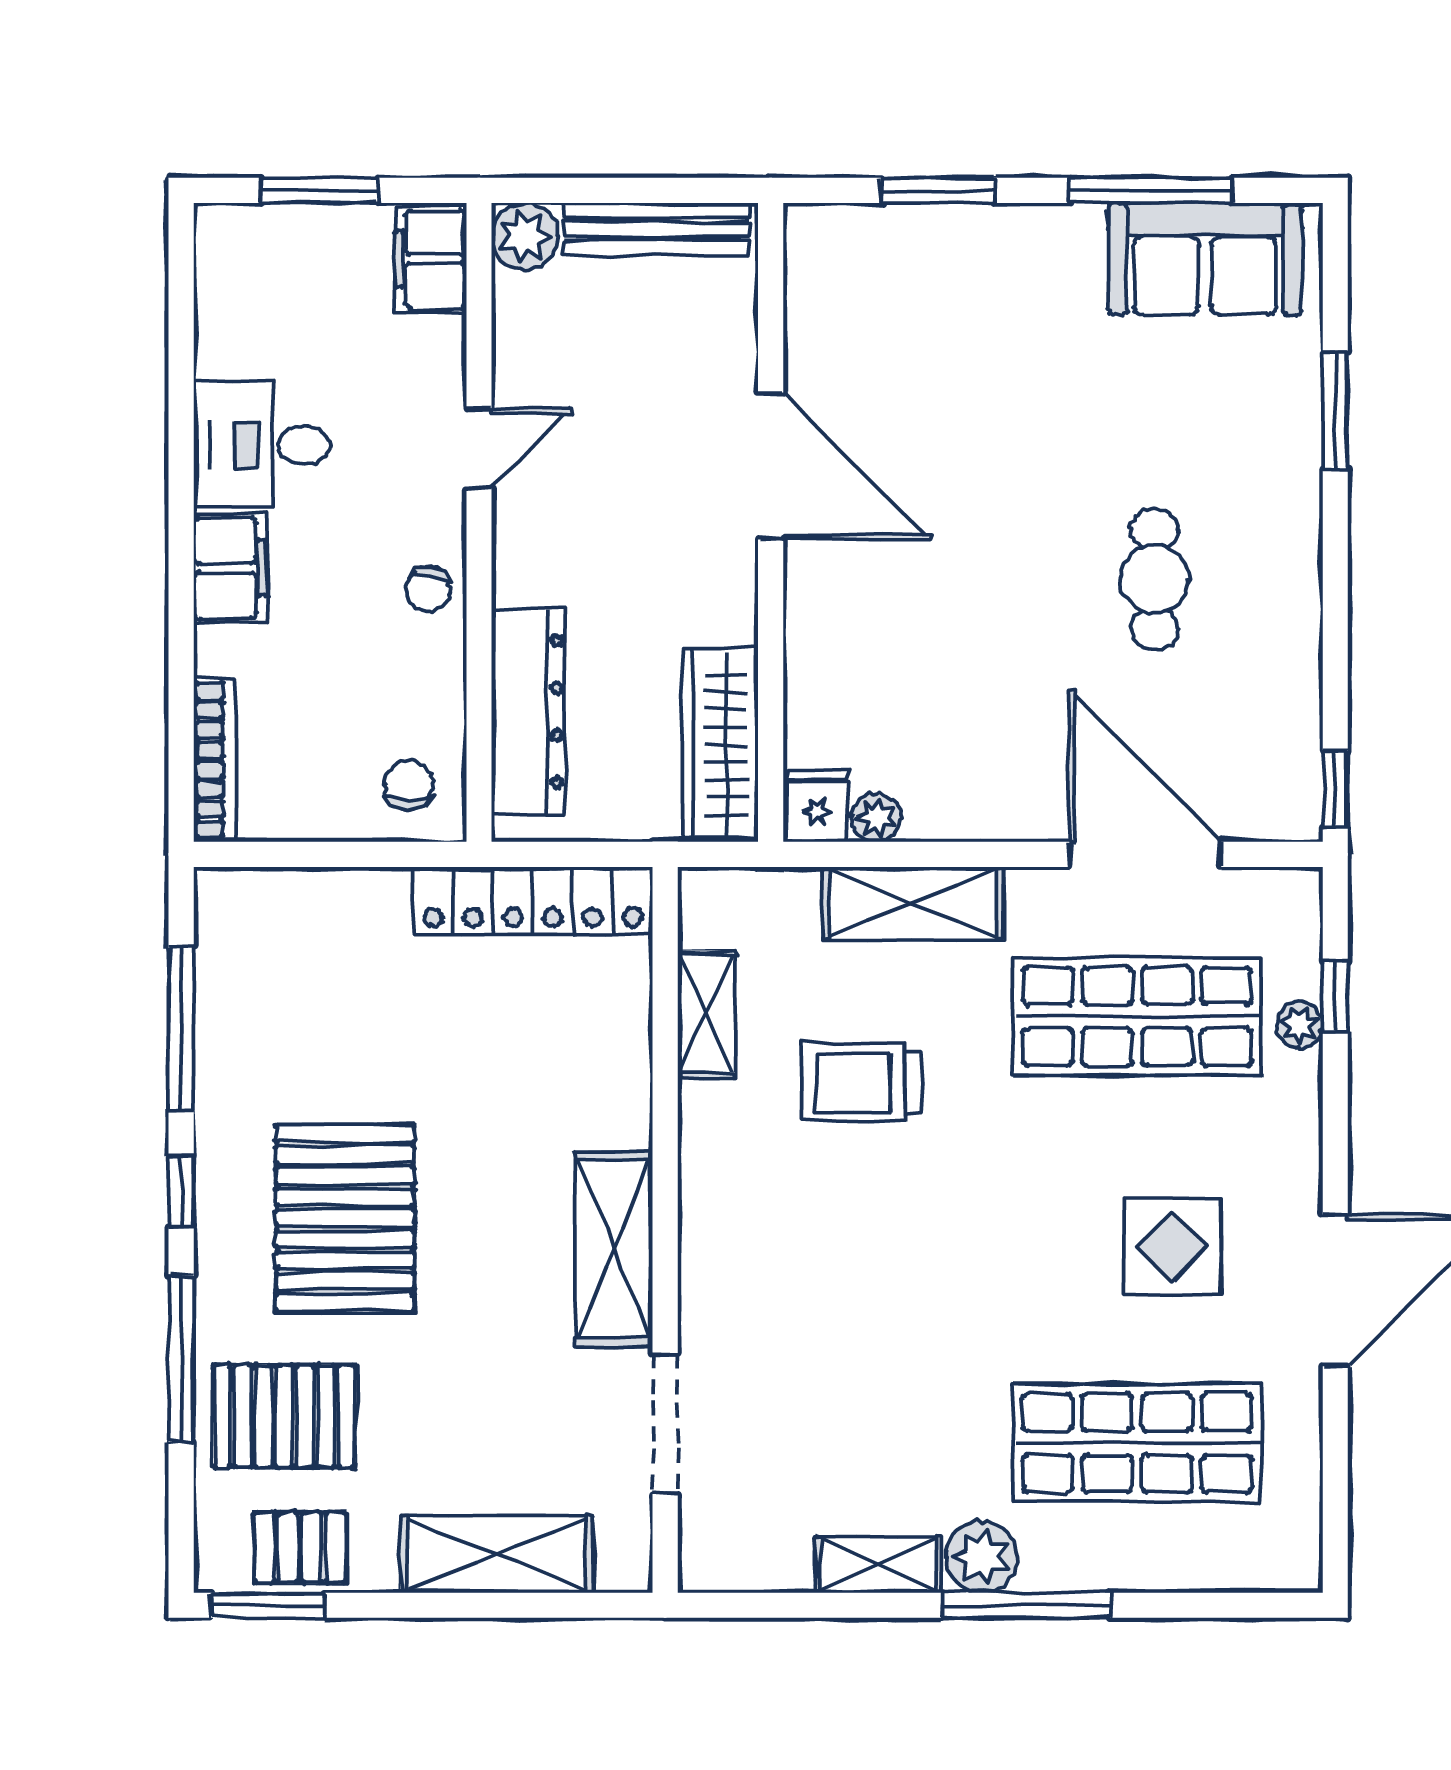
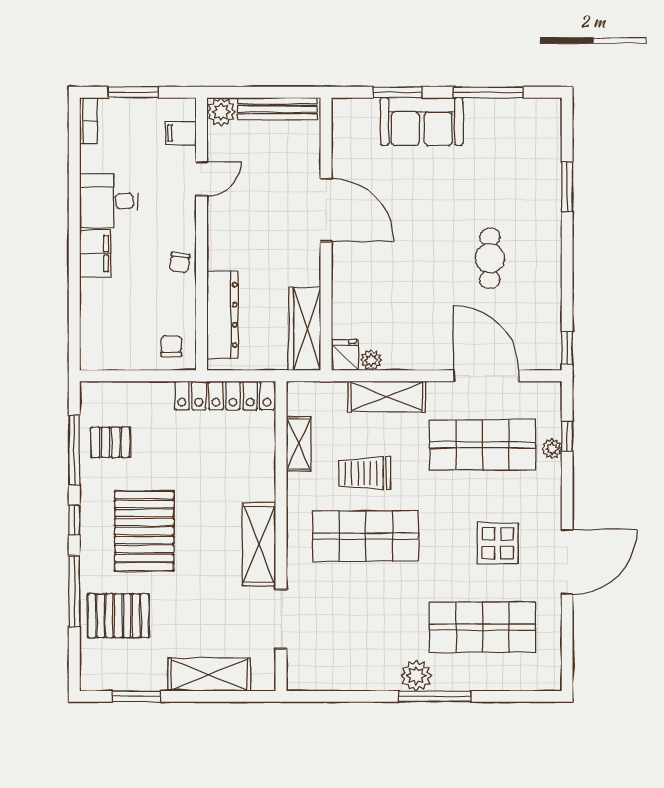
filing cabinet: (431, 259) -> (181, 133), width x0.50
sofa: (1205, 259) -> (422, 121), moved
door: (479, 448) -> (201, 179), moved
bookcase: (215, 760) -> (89, 121), moved, width x0.64
shop shelf: (863, 1230) -> (366, 536), added
pallet: (300, 1548) -> (111, 442), moved
shelving: (878, 1565) -> (372, 679), removed
window: (268, 1605) -> (136, 696), moved

